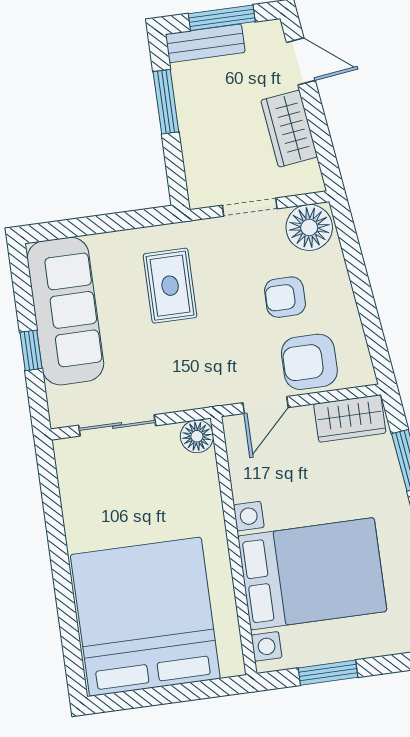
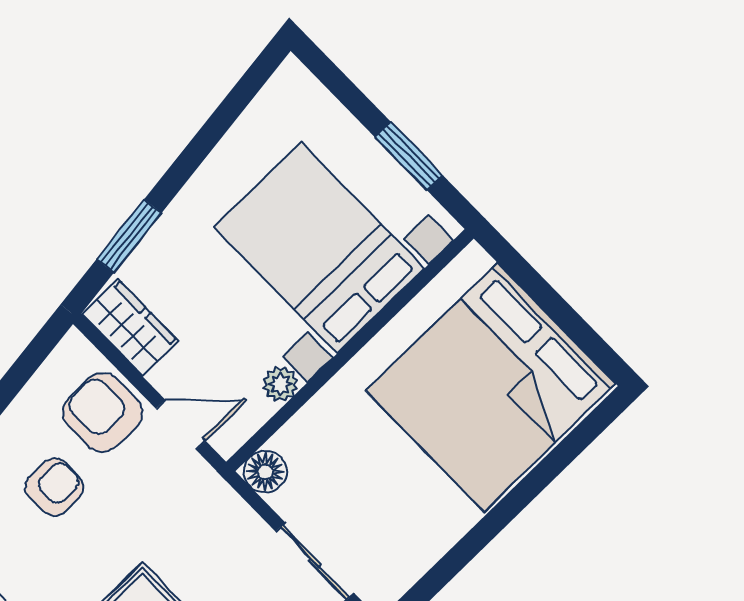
armchair: (285, 297) -> (54, 487), turned -90
armchair: (309, 362) -> (102, 412), turned 180
plant: (245, 486) -> (280, 384), added

